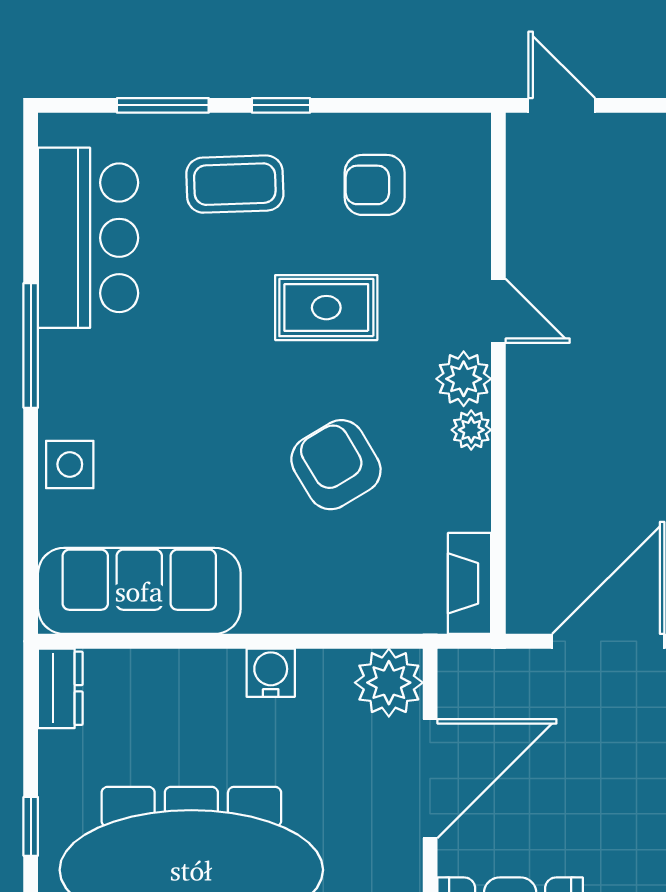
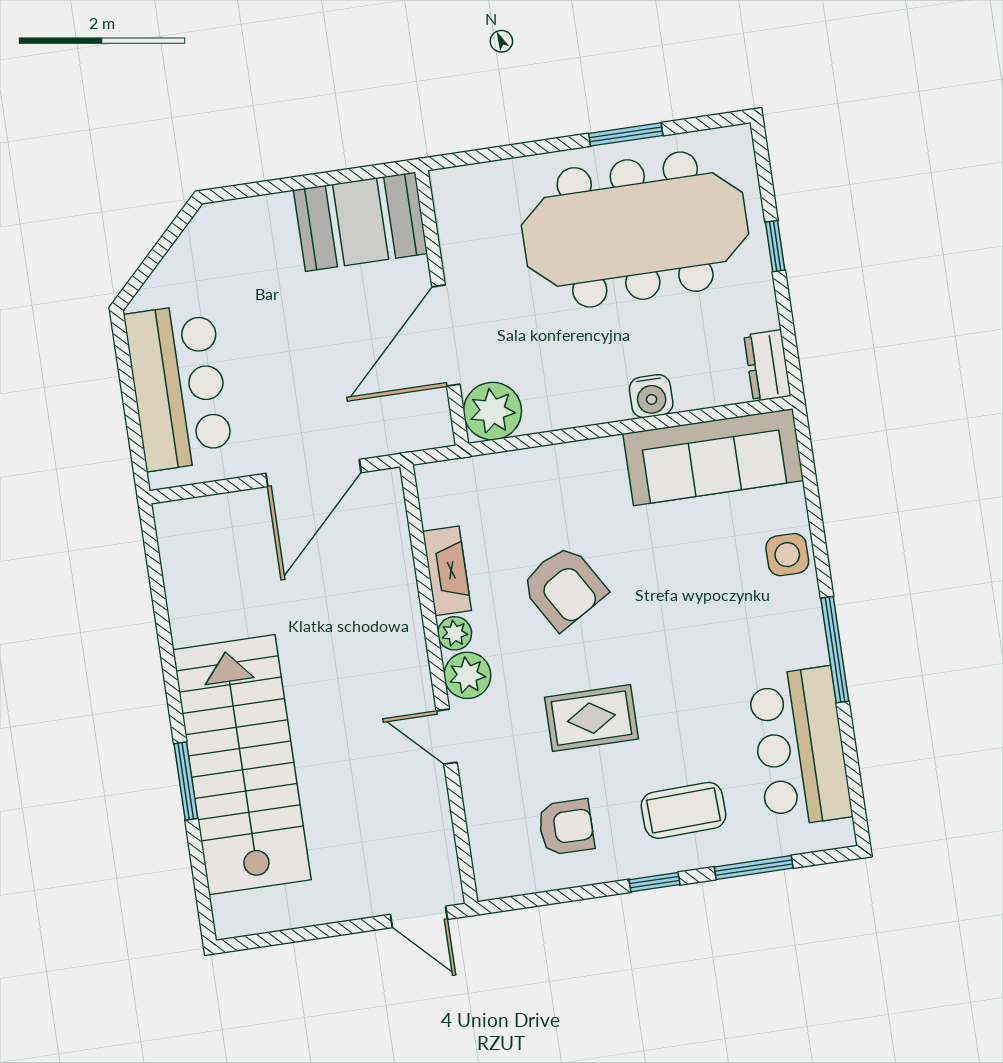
fireplace: (469, 583) -> (447, 571), moved
water cooler: (271, 673) -> (651, 396), moved

